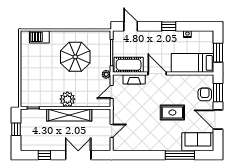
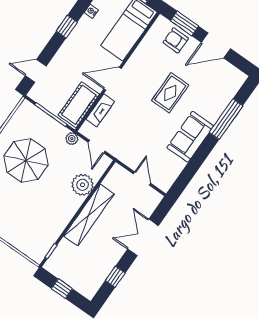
plant: (67, 99) -> (83, 185), moved
sofa: (198, 142) -> (190, 137), moved

